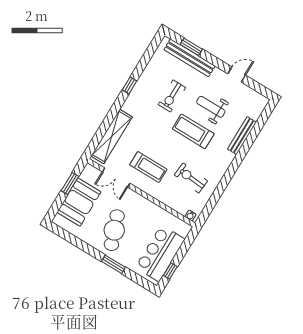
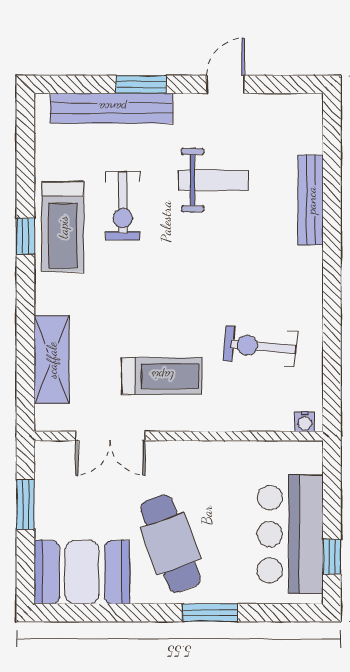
window: (191, 47) -> (141, 84), moved
weight bench: (211, 107) -> (214, 180), turned 180
treadmill: (193, 131) -> (63, 227), moved, turned -90
shelving: (112, 137) -> (52, 360), width x0.68
booth: (79, 202) -> (82, 572), moved, turned 90

